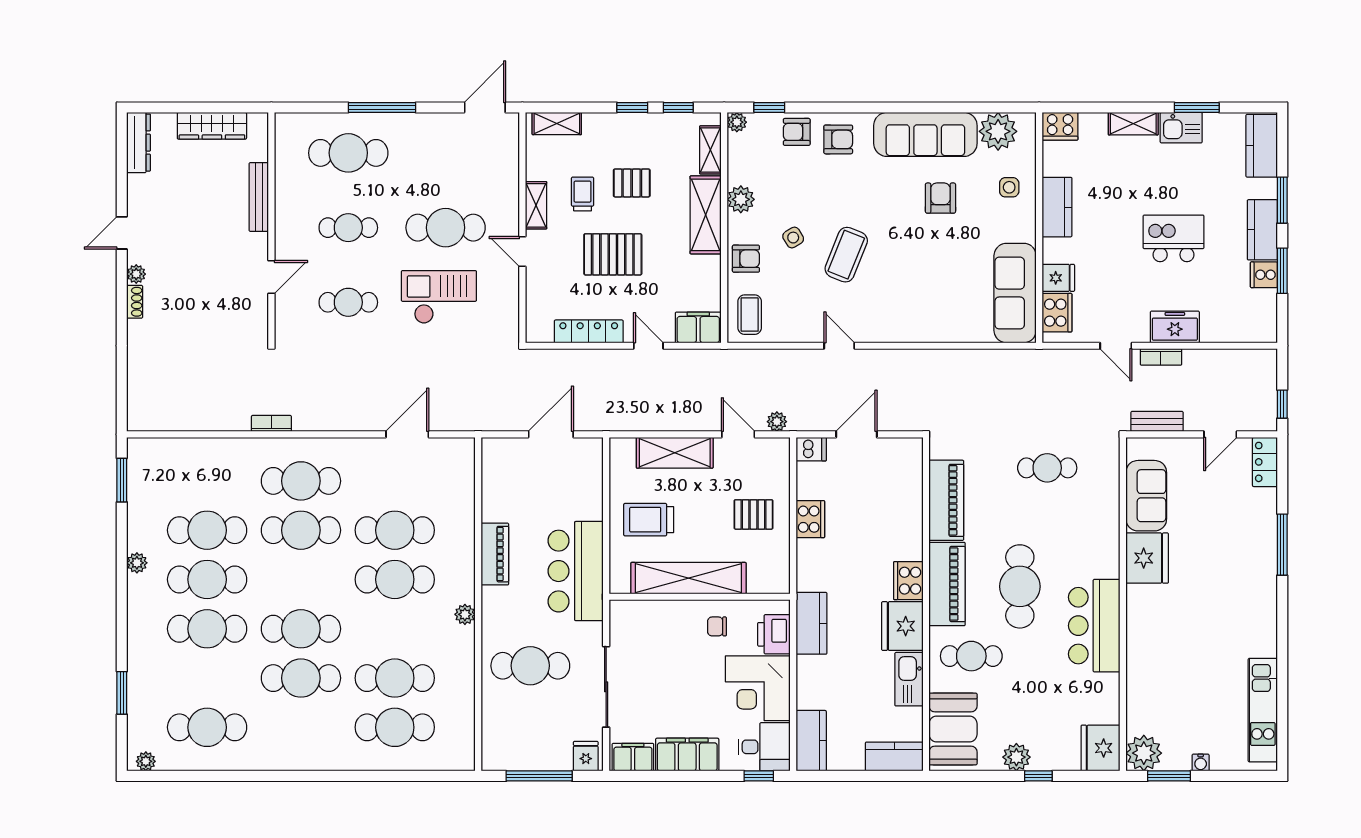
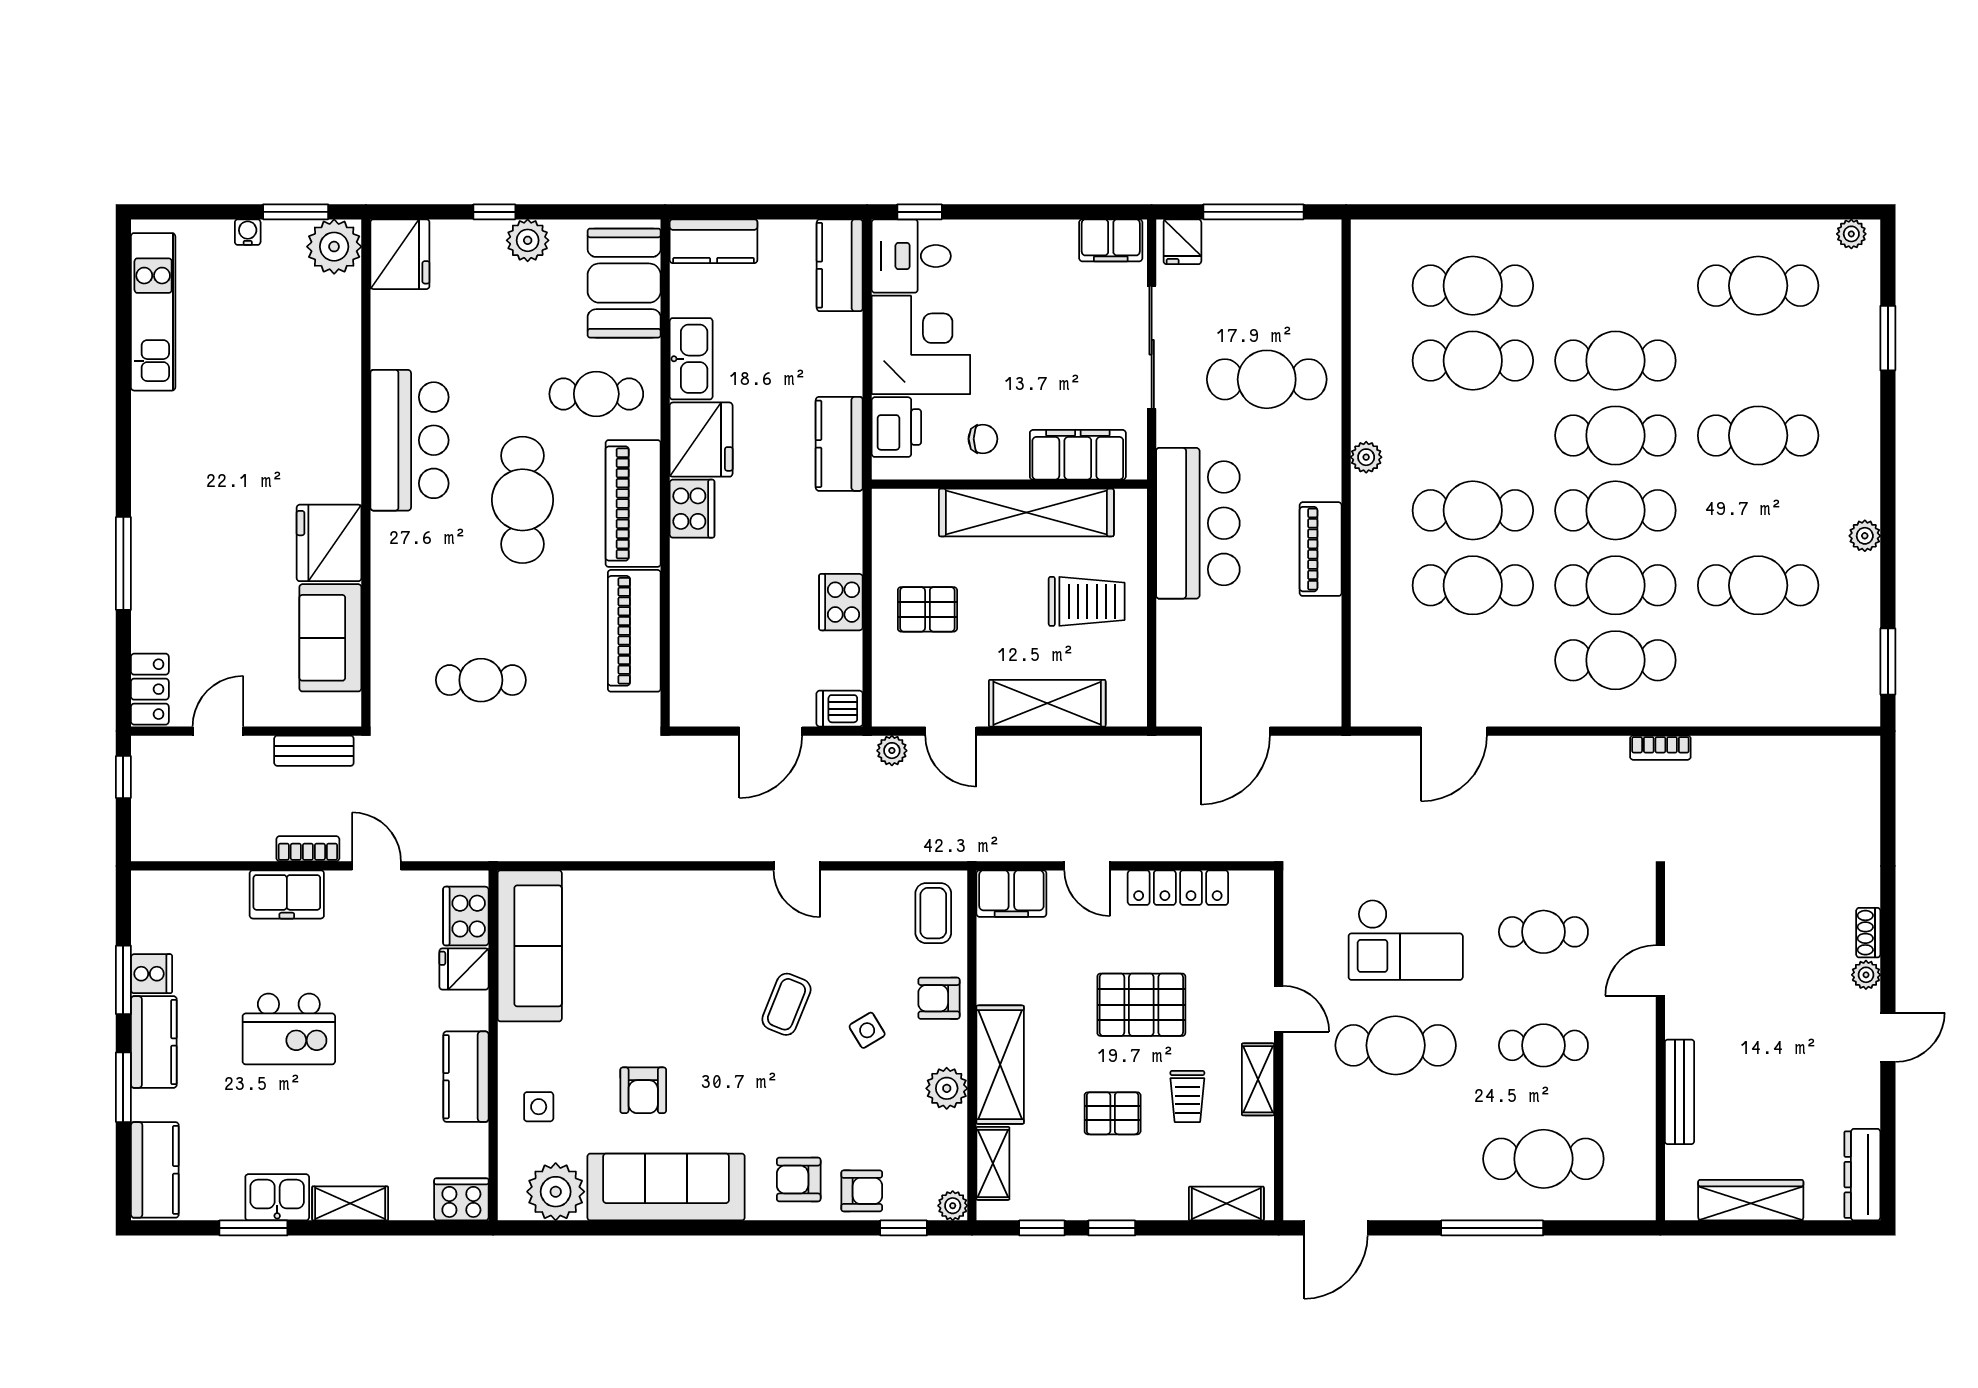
coffee table: (846, 255) -> (786, 1004), width x0.73, depth x0.77
cafe table: (207, 579) -> (1615, 510), moved
filing cabinet: (687, 755) -> (1078, 455), moved, turned 180

